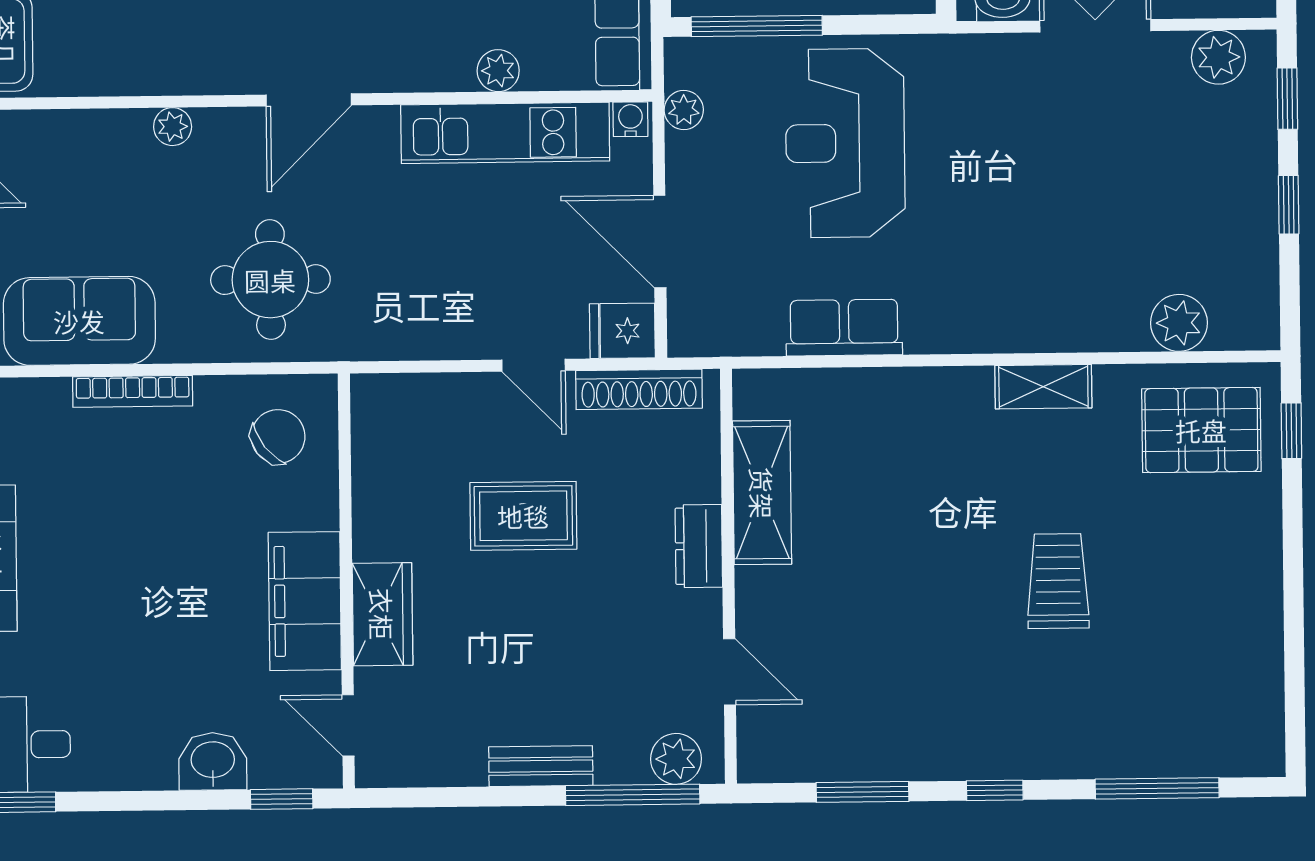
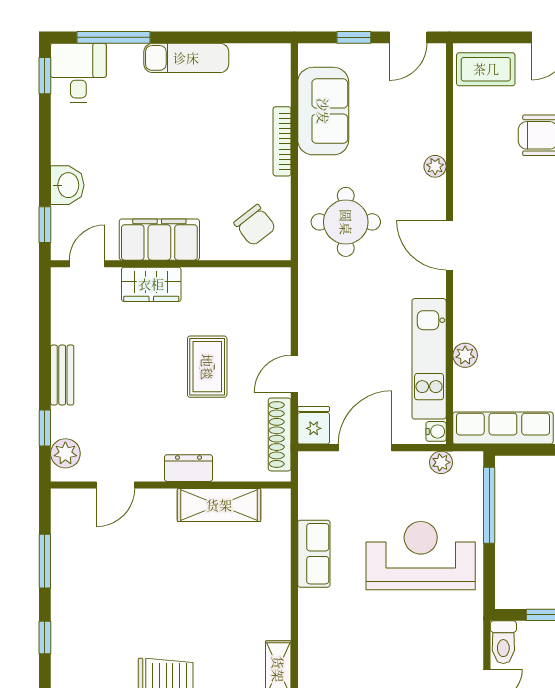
window: (633, 795) -> (45, 428), width x0.46

